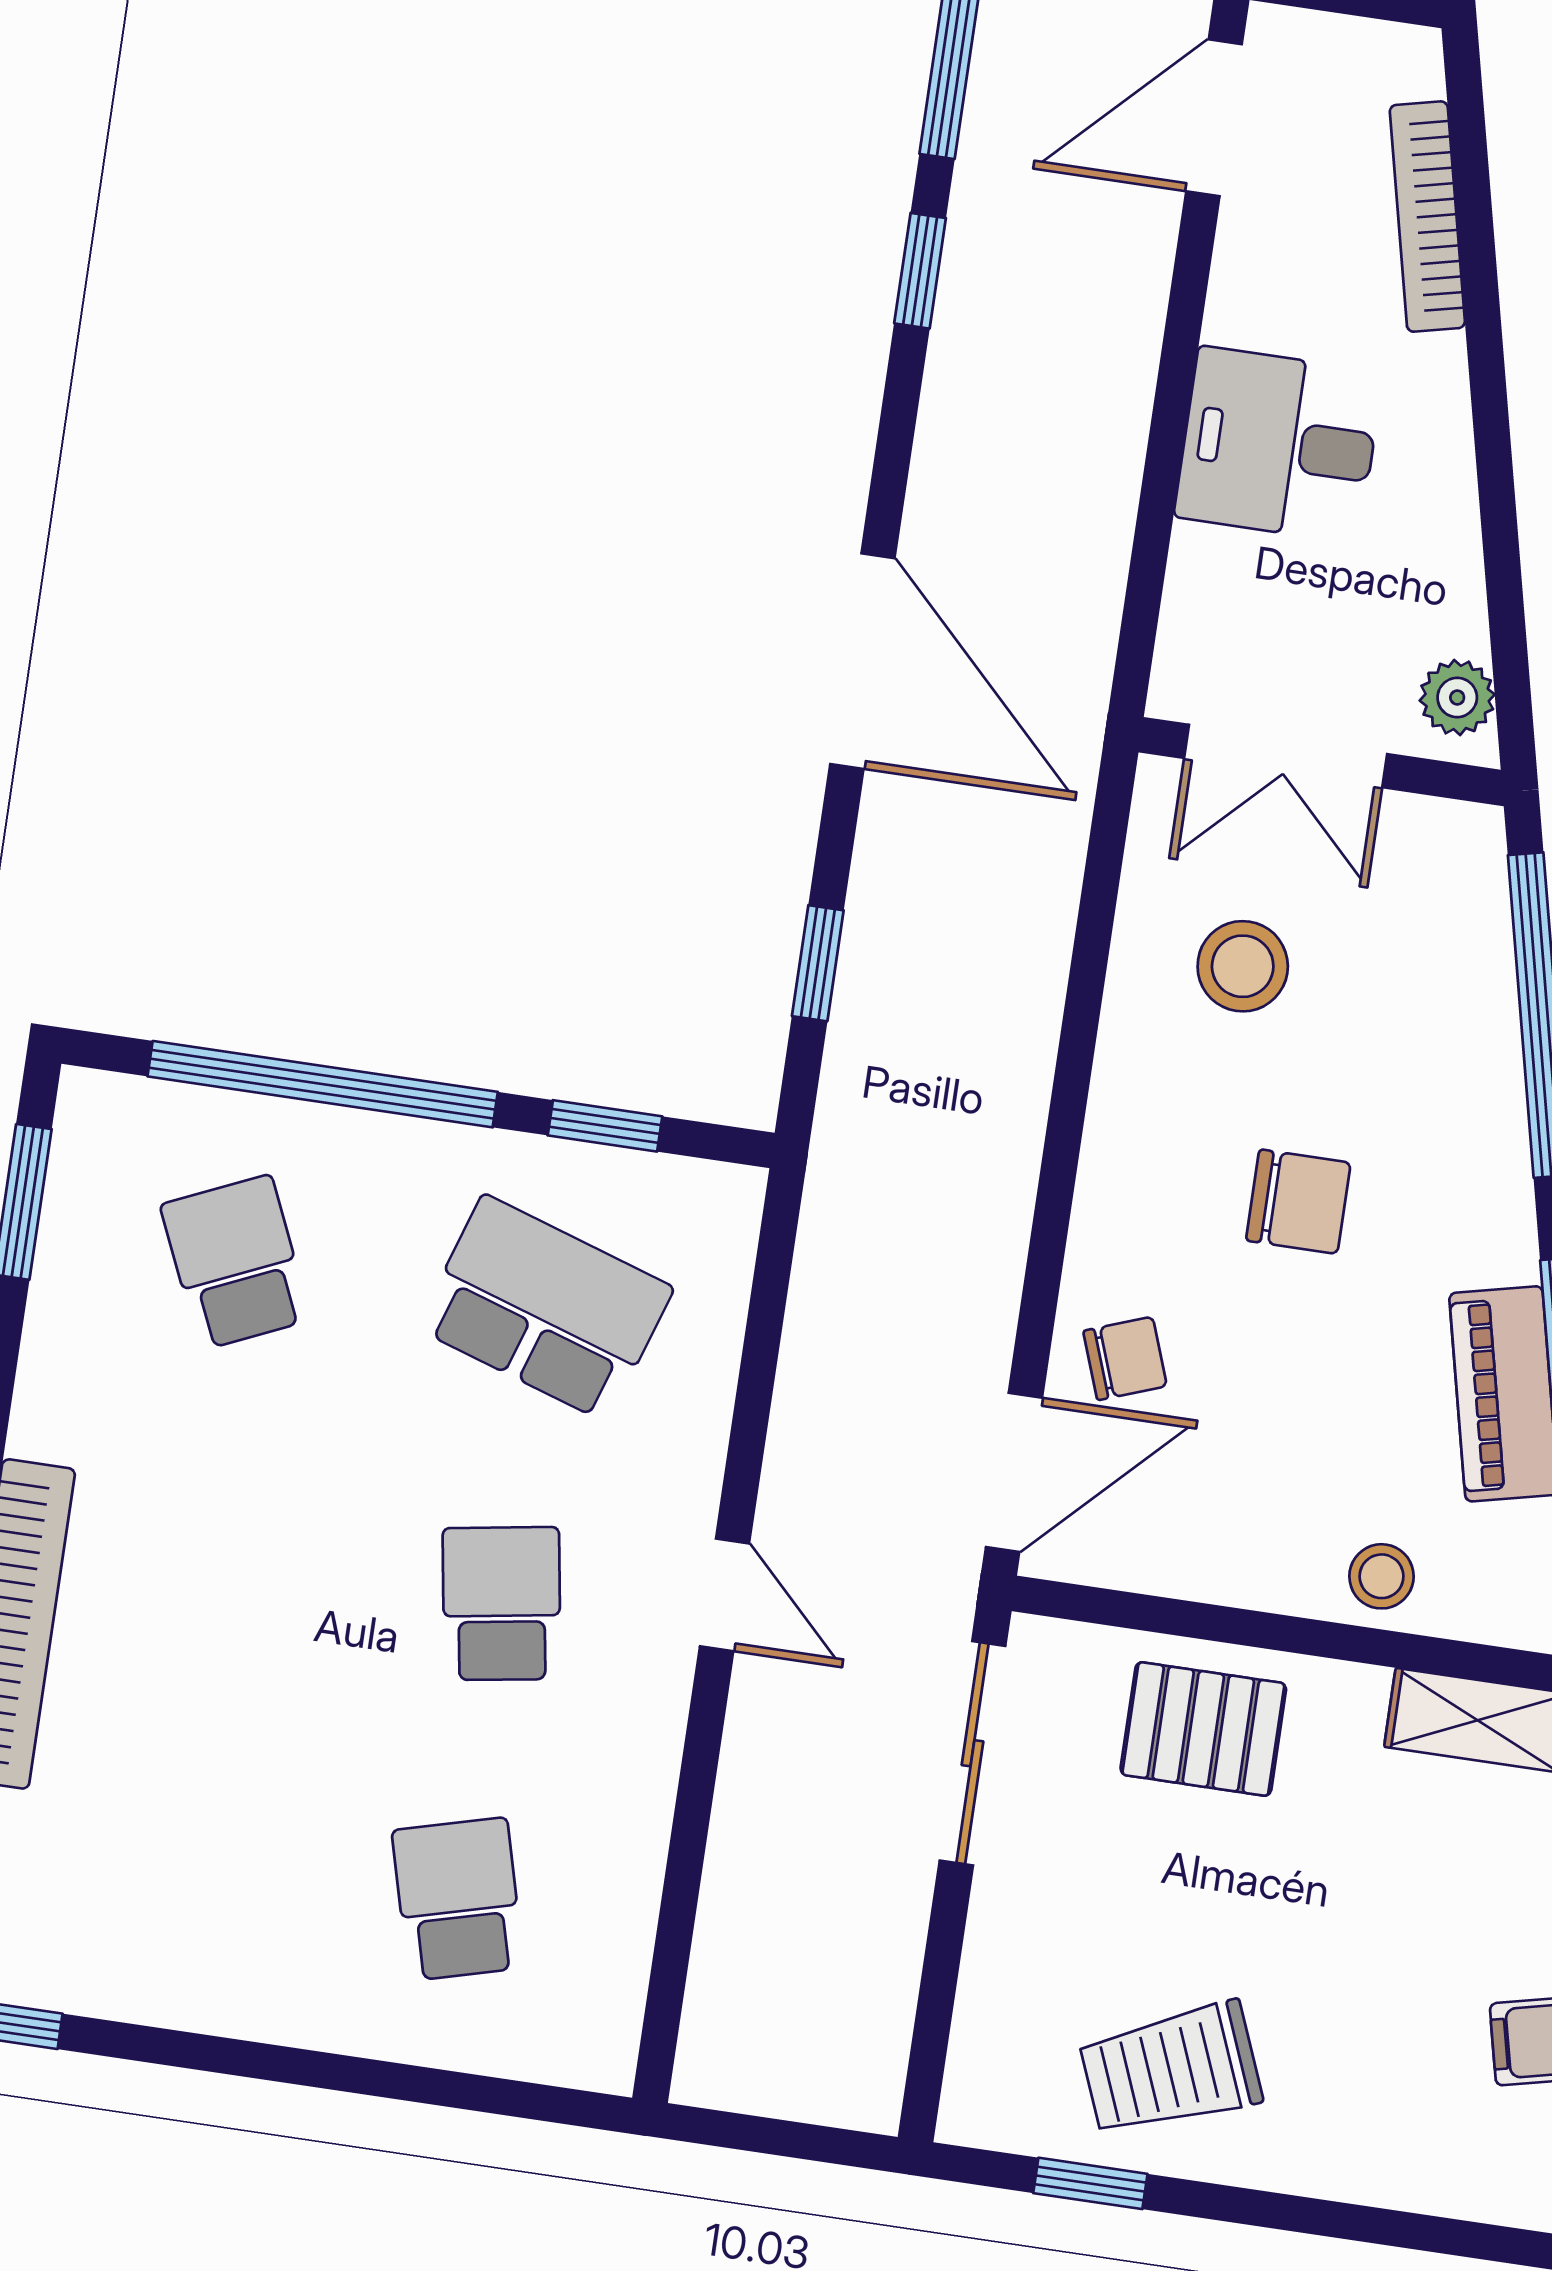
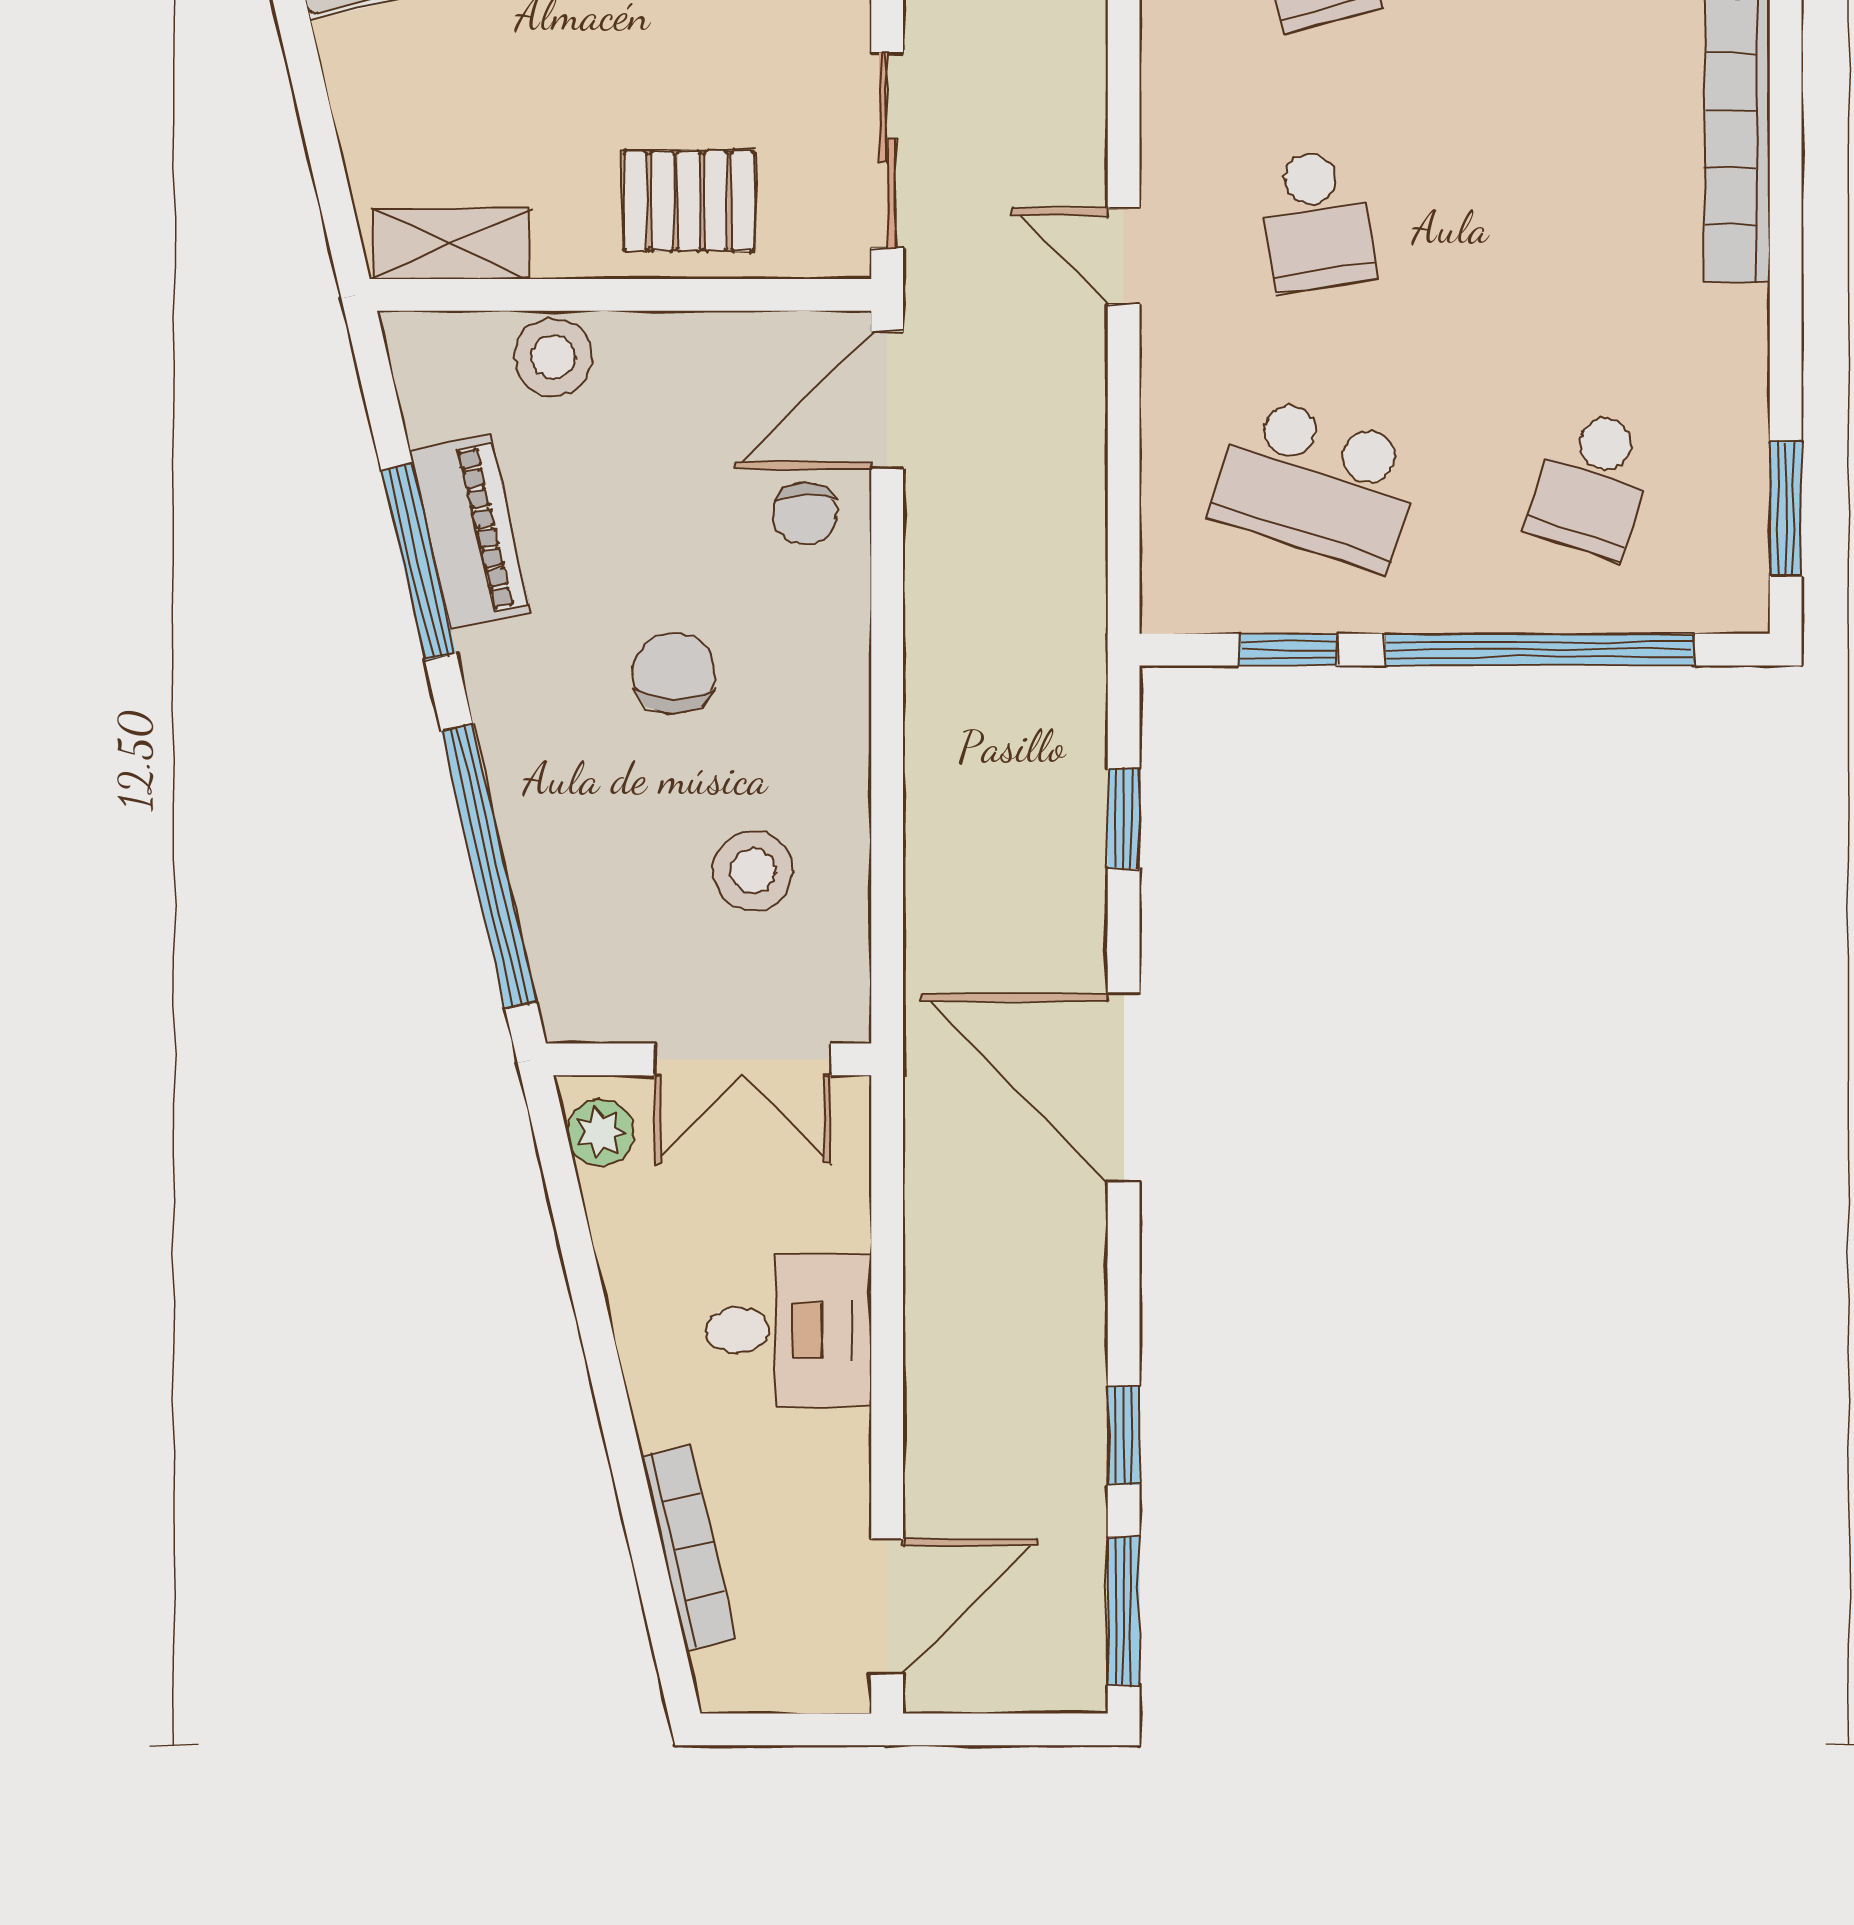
double door: (1286, 756) -> (743, 1059), swing flipped
chair: (1298, 1202) -> (674, 673), turned 90
school desk: (236, 1262) -> (1592, 483), turned 42
chair: (1125, 1358) -> (805, 514), turned -70
stool: (1381, 1576) -> (553, 357), width x1.37, depth x1.37

